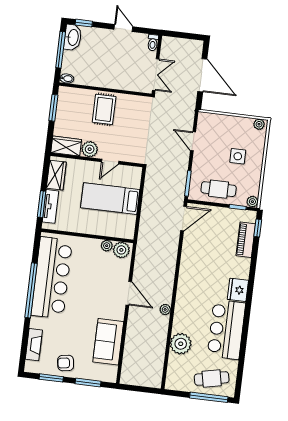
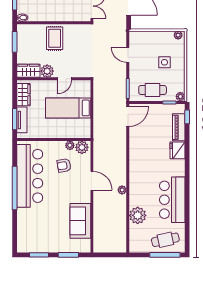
fridge: (238, 290) -> (177, 150), moved
fireplace: (34, 345) -> (22, 230), removed
armchair: (66, 363) -> (64, 165), moved

